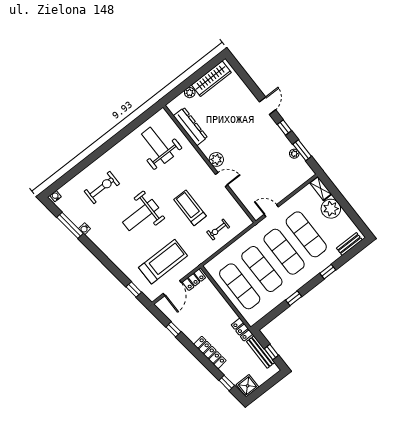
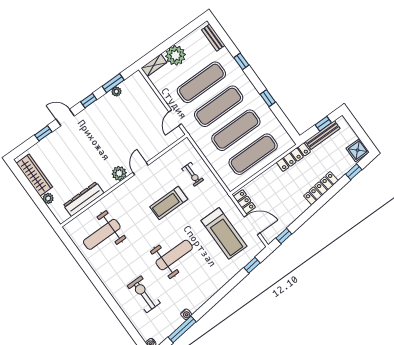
window: (252, 86) -> (43, 133), added
weight bench: (141, 215) -> (174, 255), turned -90
treadmill: (163, 262) -> (224, 233), turned 180
window: (173, 329) -> (284, 236), moved
locker: (242, 330) -> (293, 157), width x1.53

